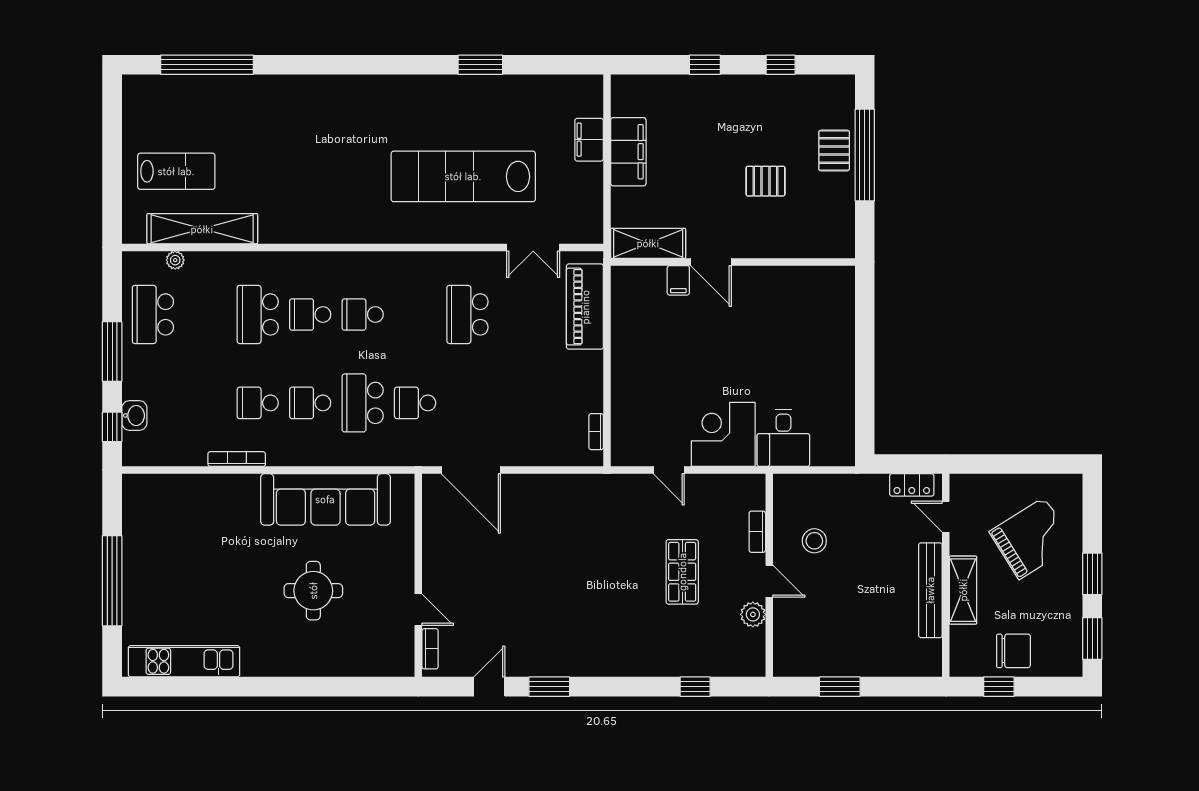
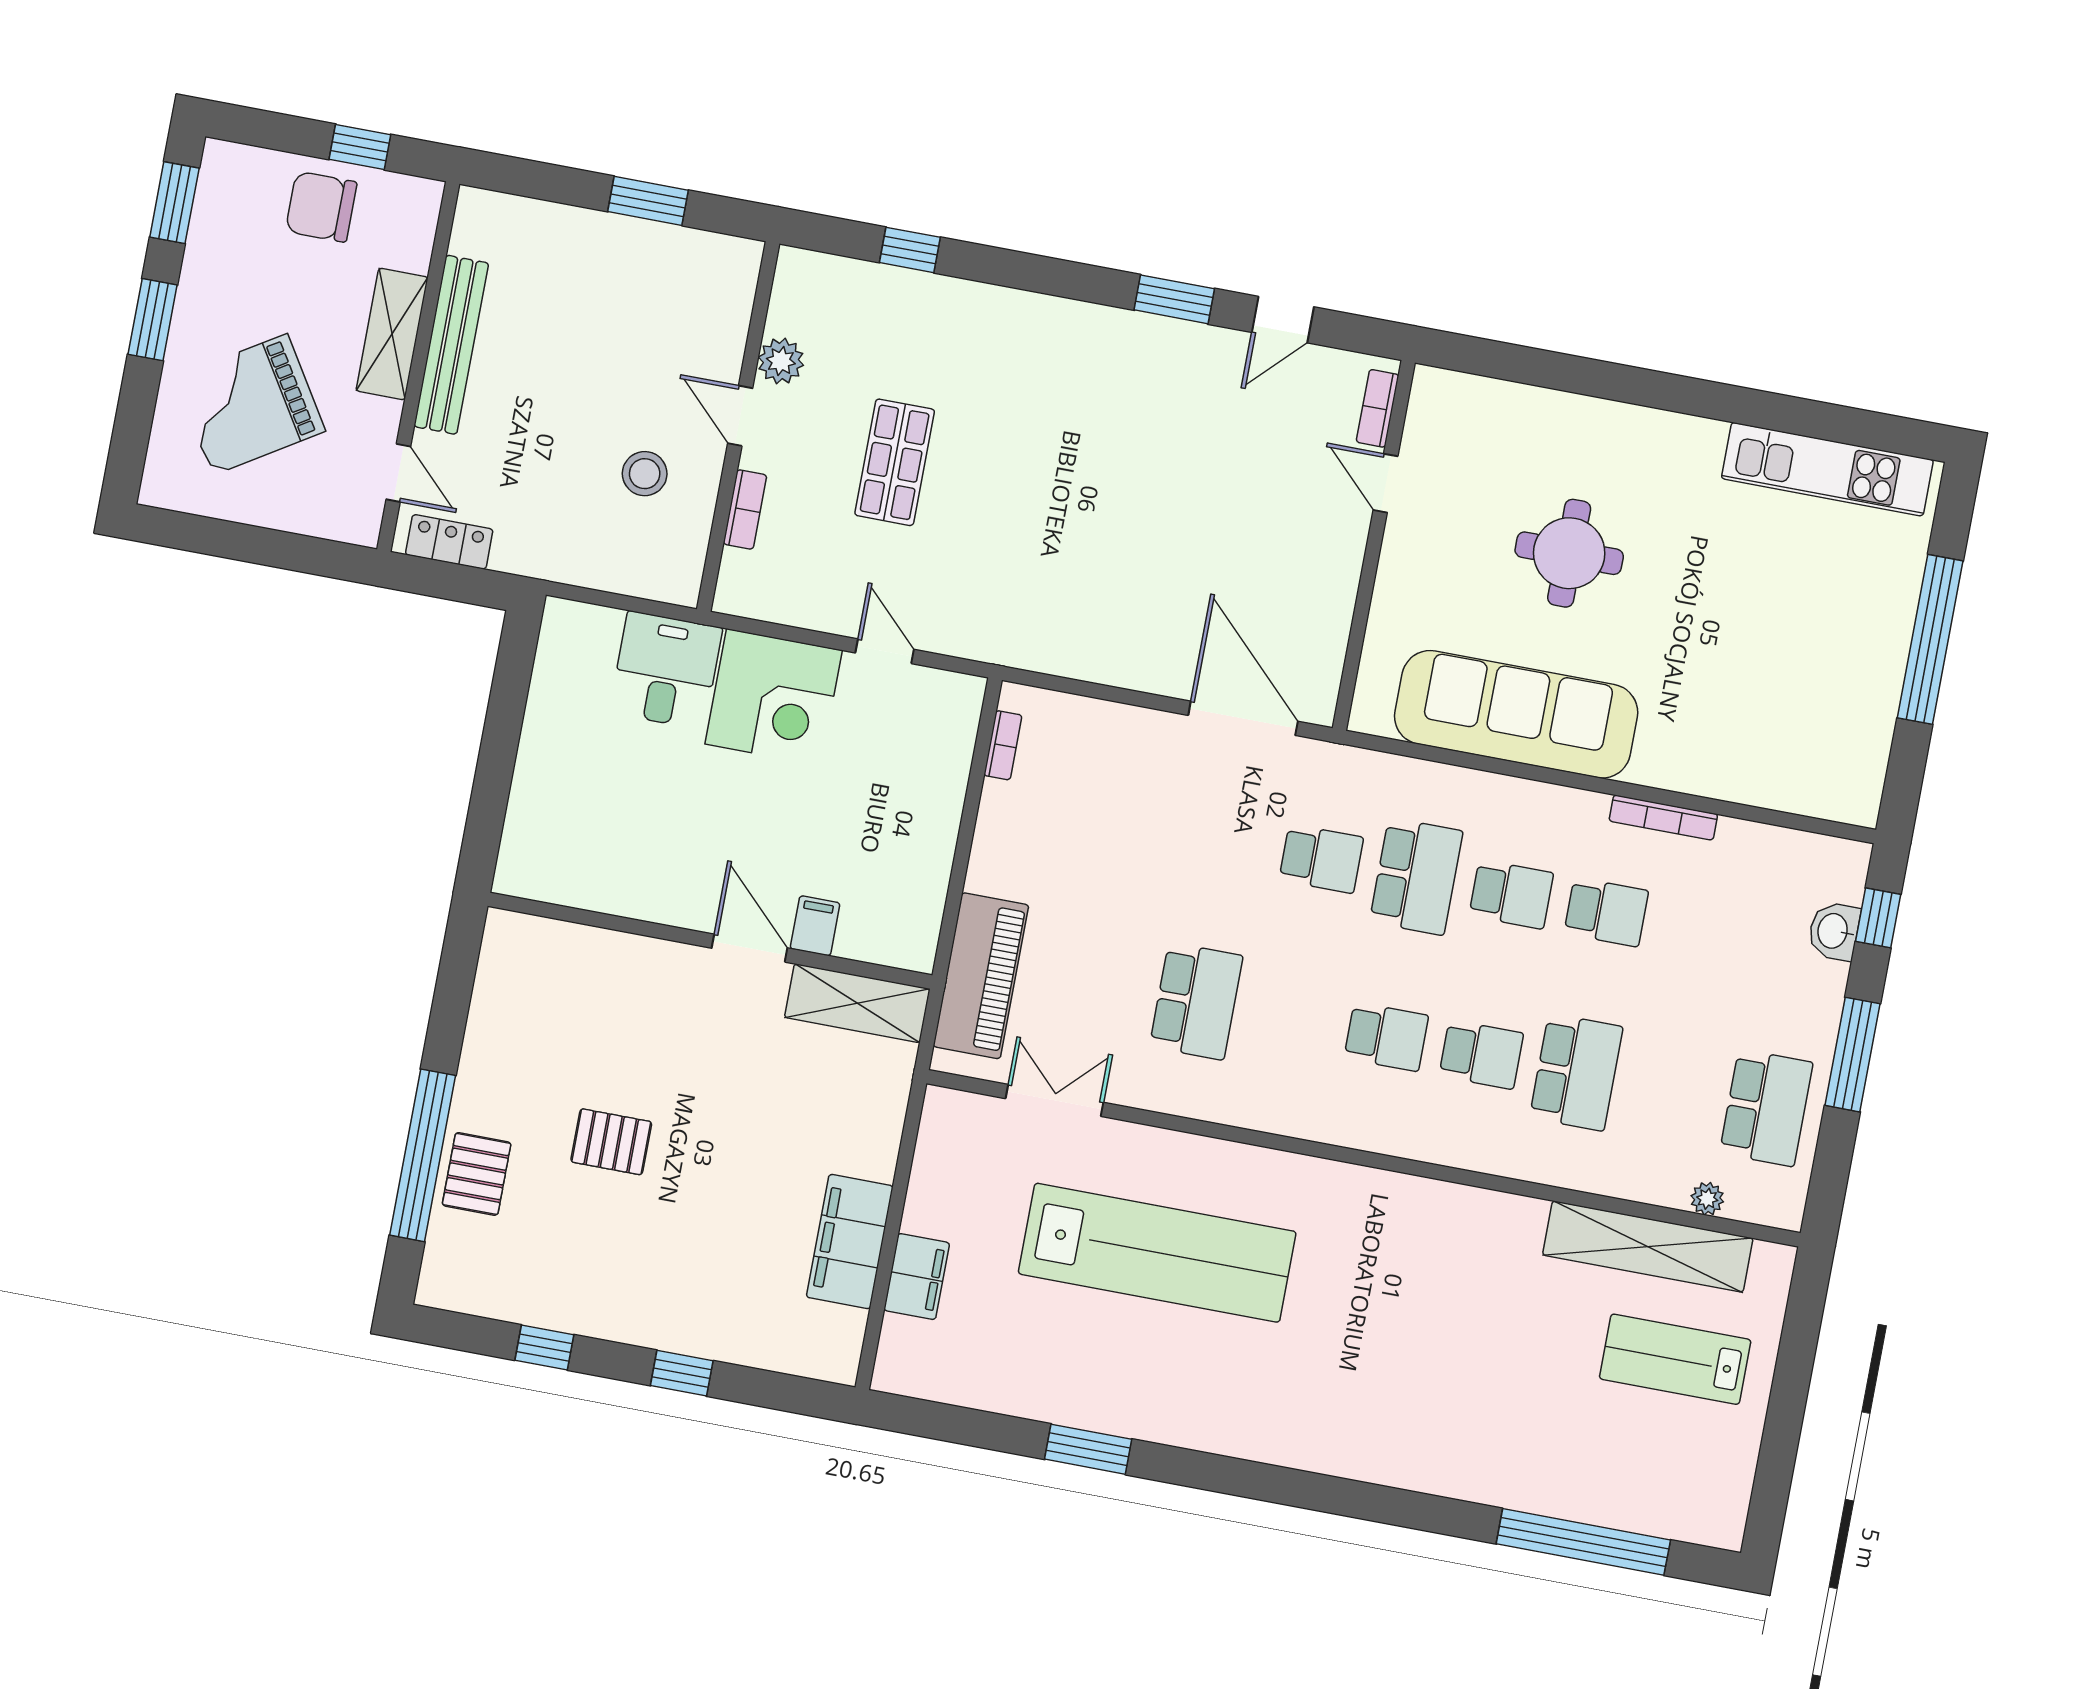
shelving: (648, 243) -> (857, 1003), moved
door: (711, 262) -> (750, 948), moved
wall: (733, 262) -> (710, 941), moved
filing cabinet: (678, 280) -> (815, 926), moved

